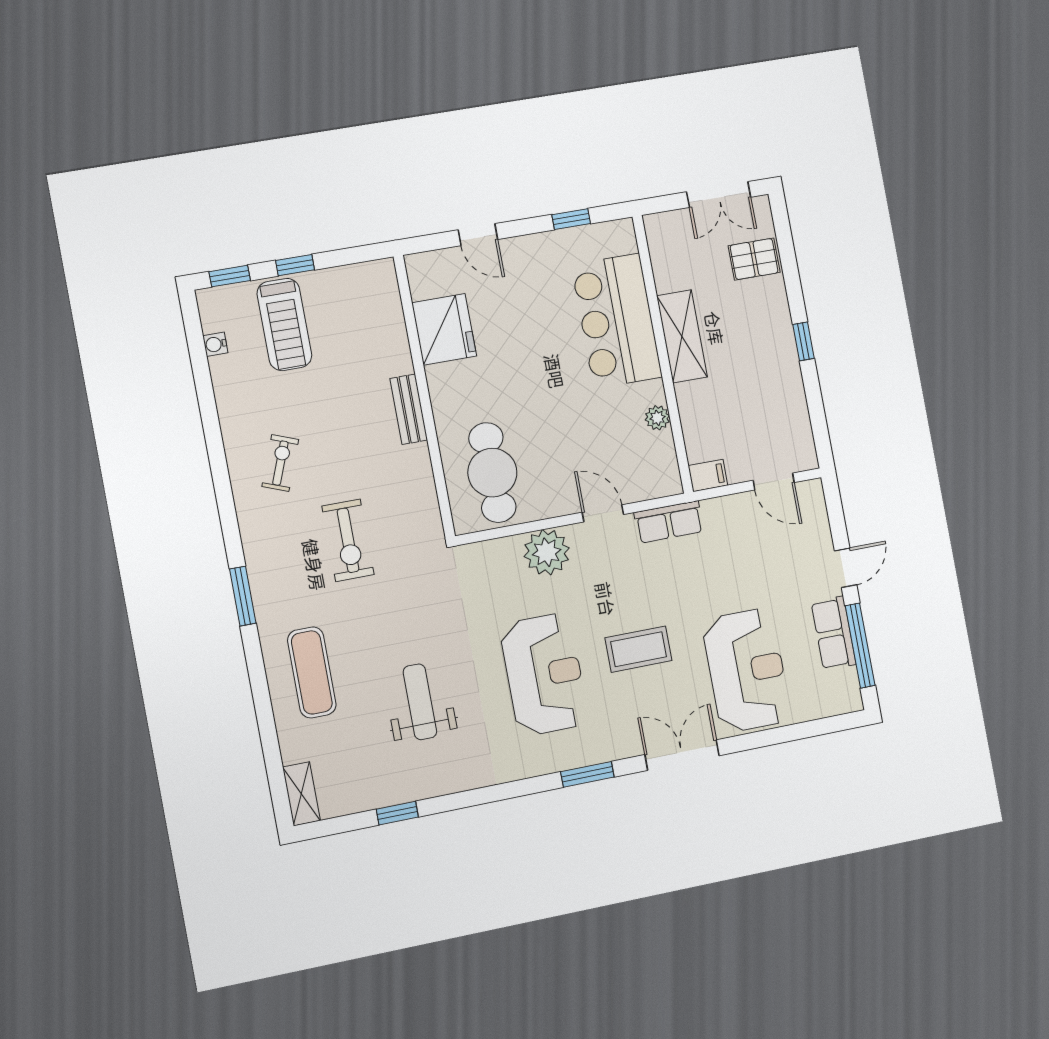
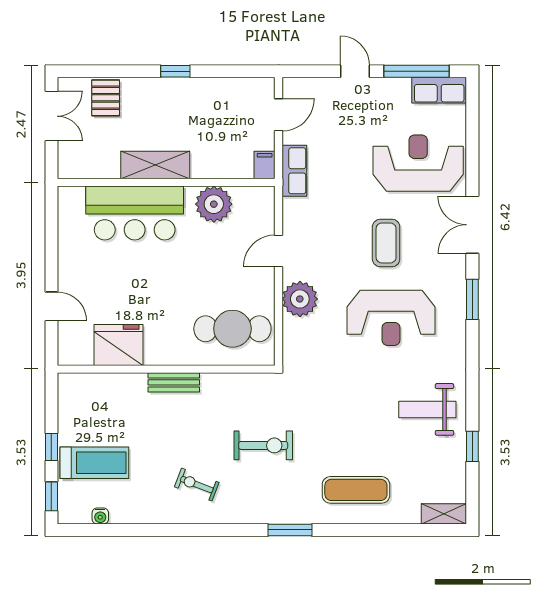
window: (571, 219) -> (51, 233), removed
door: (478, 235) -> (51, 306), hinge flipped
plant: (657, 418) -> (214, 204), width x1.88, depth x1.88
row of seats: (669, 522) -> (294, 171), moved
row of seats: (834, 633) -> (439, 90), moved
reception desk: (544, 674) -> (391, 318), turned 180
weight bench: (420, 702) -> (427, 409), moved

